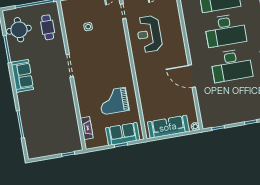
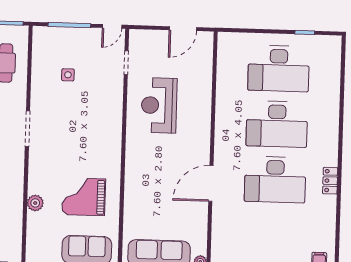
door: (192, 76) -> (211, 183), hinge flipped
plant: (84, 111) -> (35, 203), added
fireplace: (87, 128) -> (34, 230), removed

